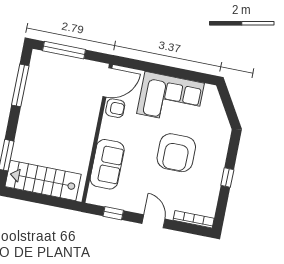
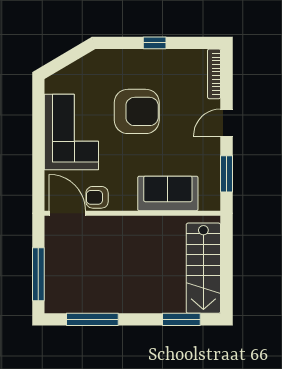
armchair: (115, 108) -> (97, 197), turned -90
window: (113, 213) -> (227, 174), width x1.50

